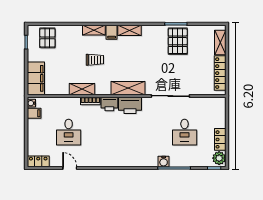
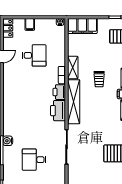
shelving: (128, 88) -> (74, 102), width x1.47
filing cabinet: (34, 113) -> (30, 24), moved
desk: (69, 132) -> (34, 55), turned 180

